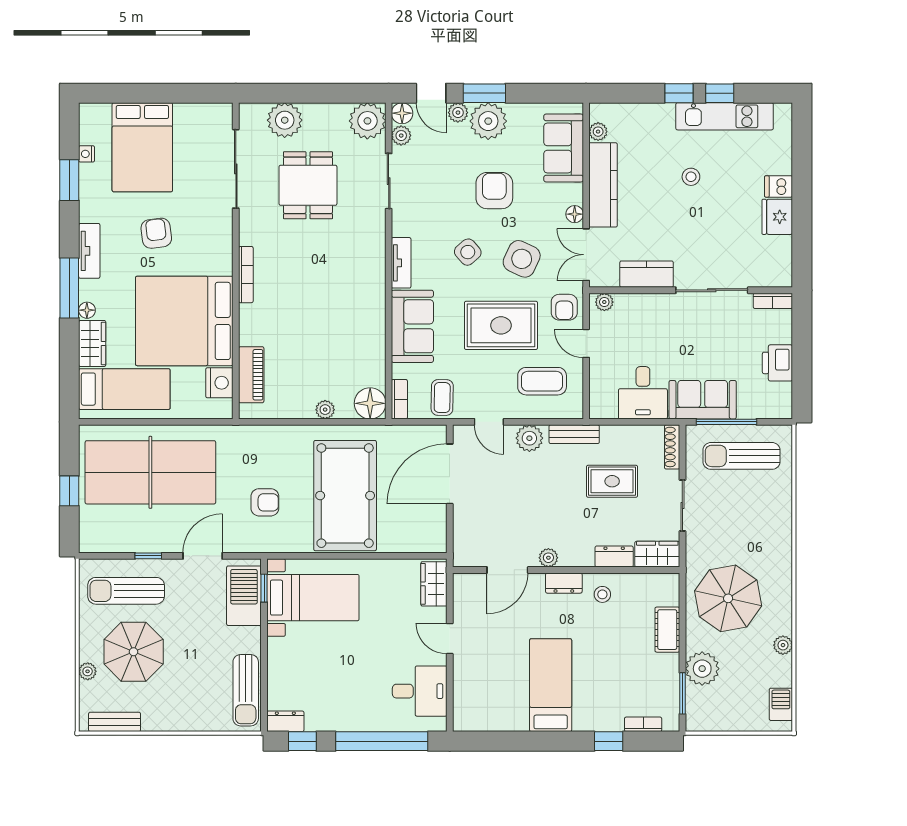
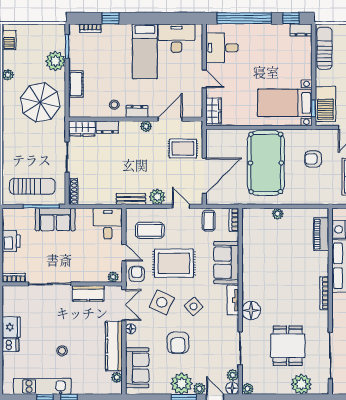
plant: (367, 121) -> (248, 389), width x0.53, depth x0.53
desk: (643, 393) -> (108, 224), moved
floor lamp: (370, 403) -> (251, 311), moved
rug: (612, 481) -> (183, 148), moved
desk: (497, 707) -> (176, 38), added

